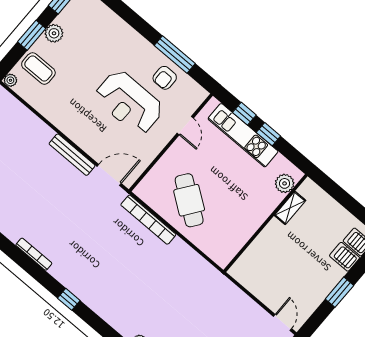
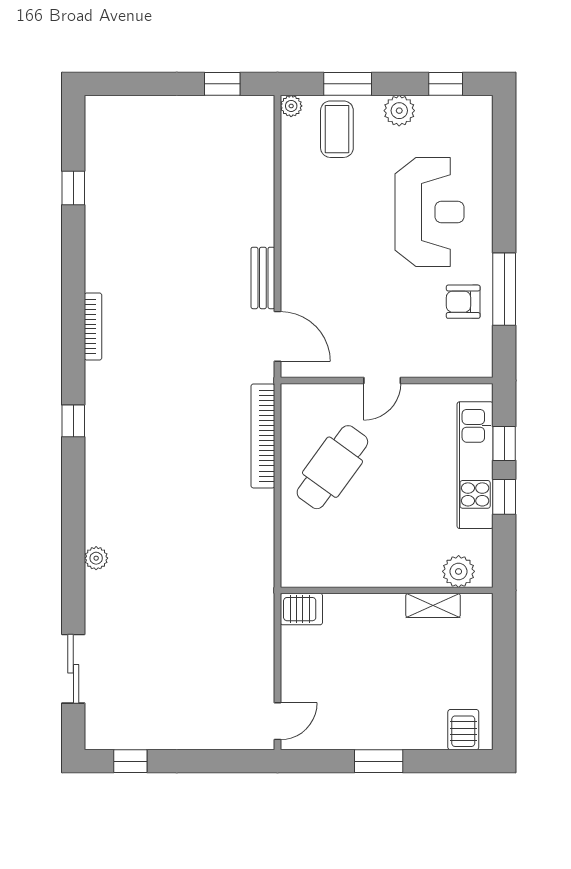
window: (32, 35) -> (348, 84), moved
reception desk: (129, 102) -> (430, 212), moved, turned 180
door: (185, 126) -> (382, 381), moved
bench: (72, 155) -> (263, 278), width x0.73
server rack: (345, 257) -> (301, 609), moved, turned 90

